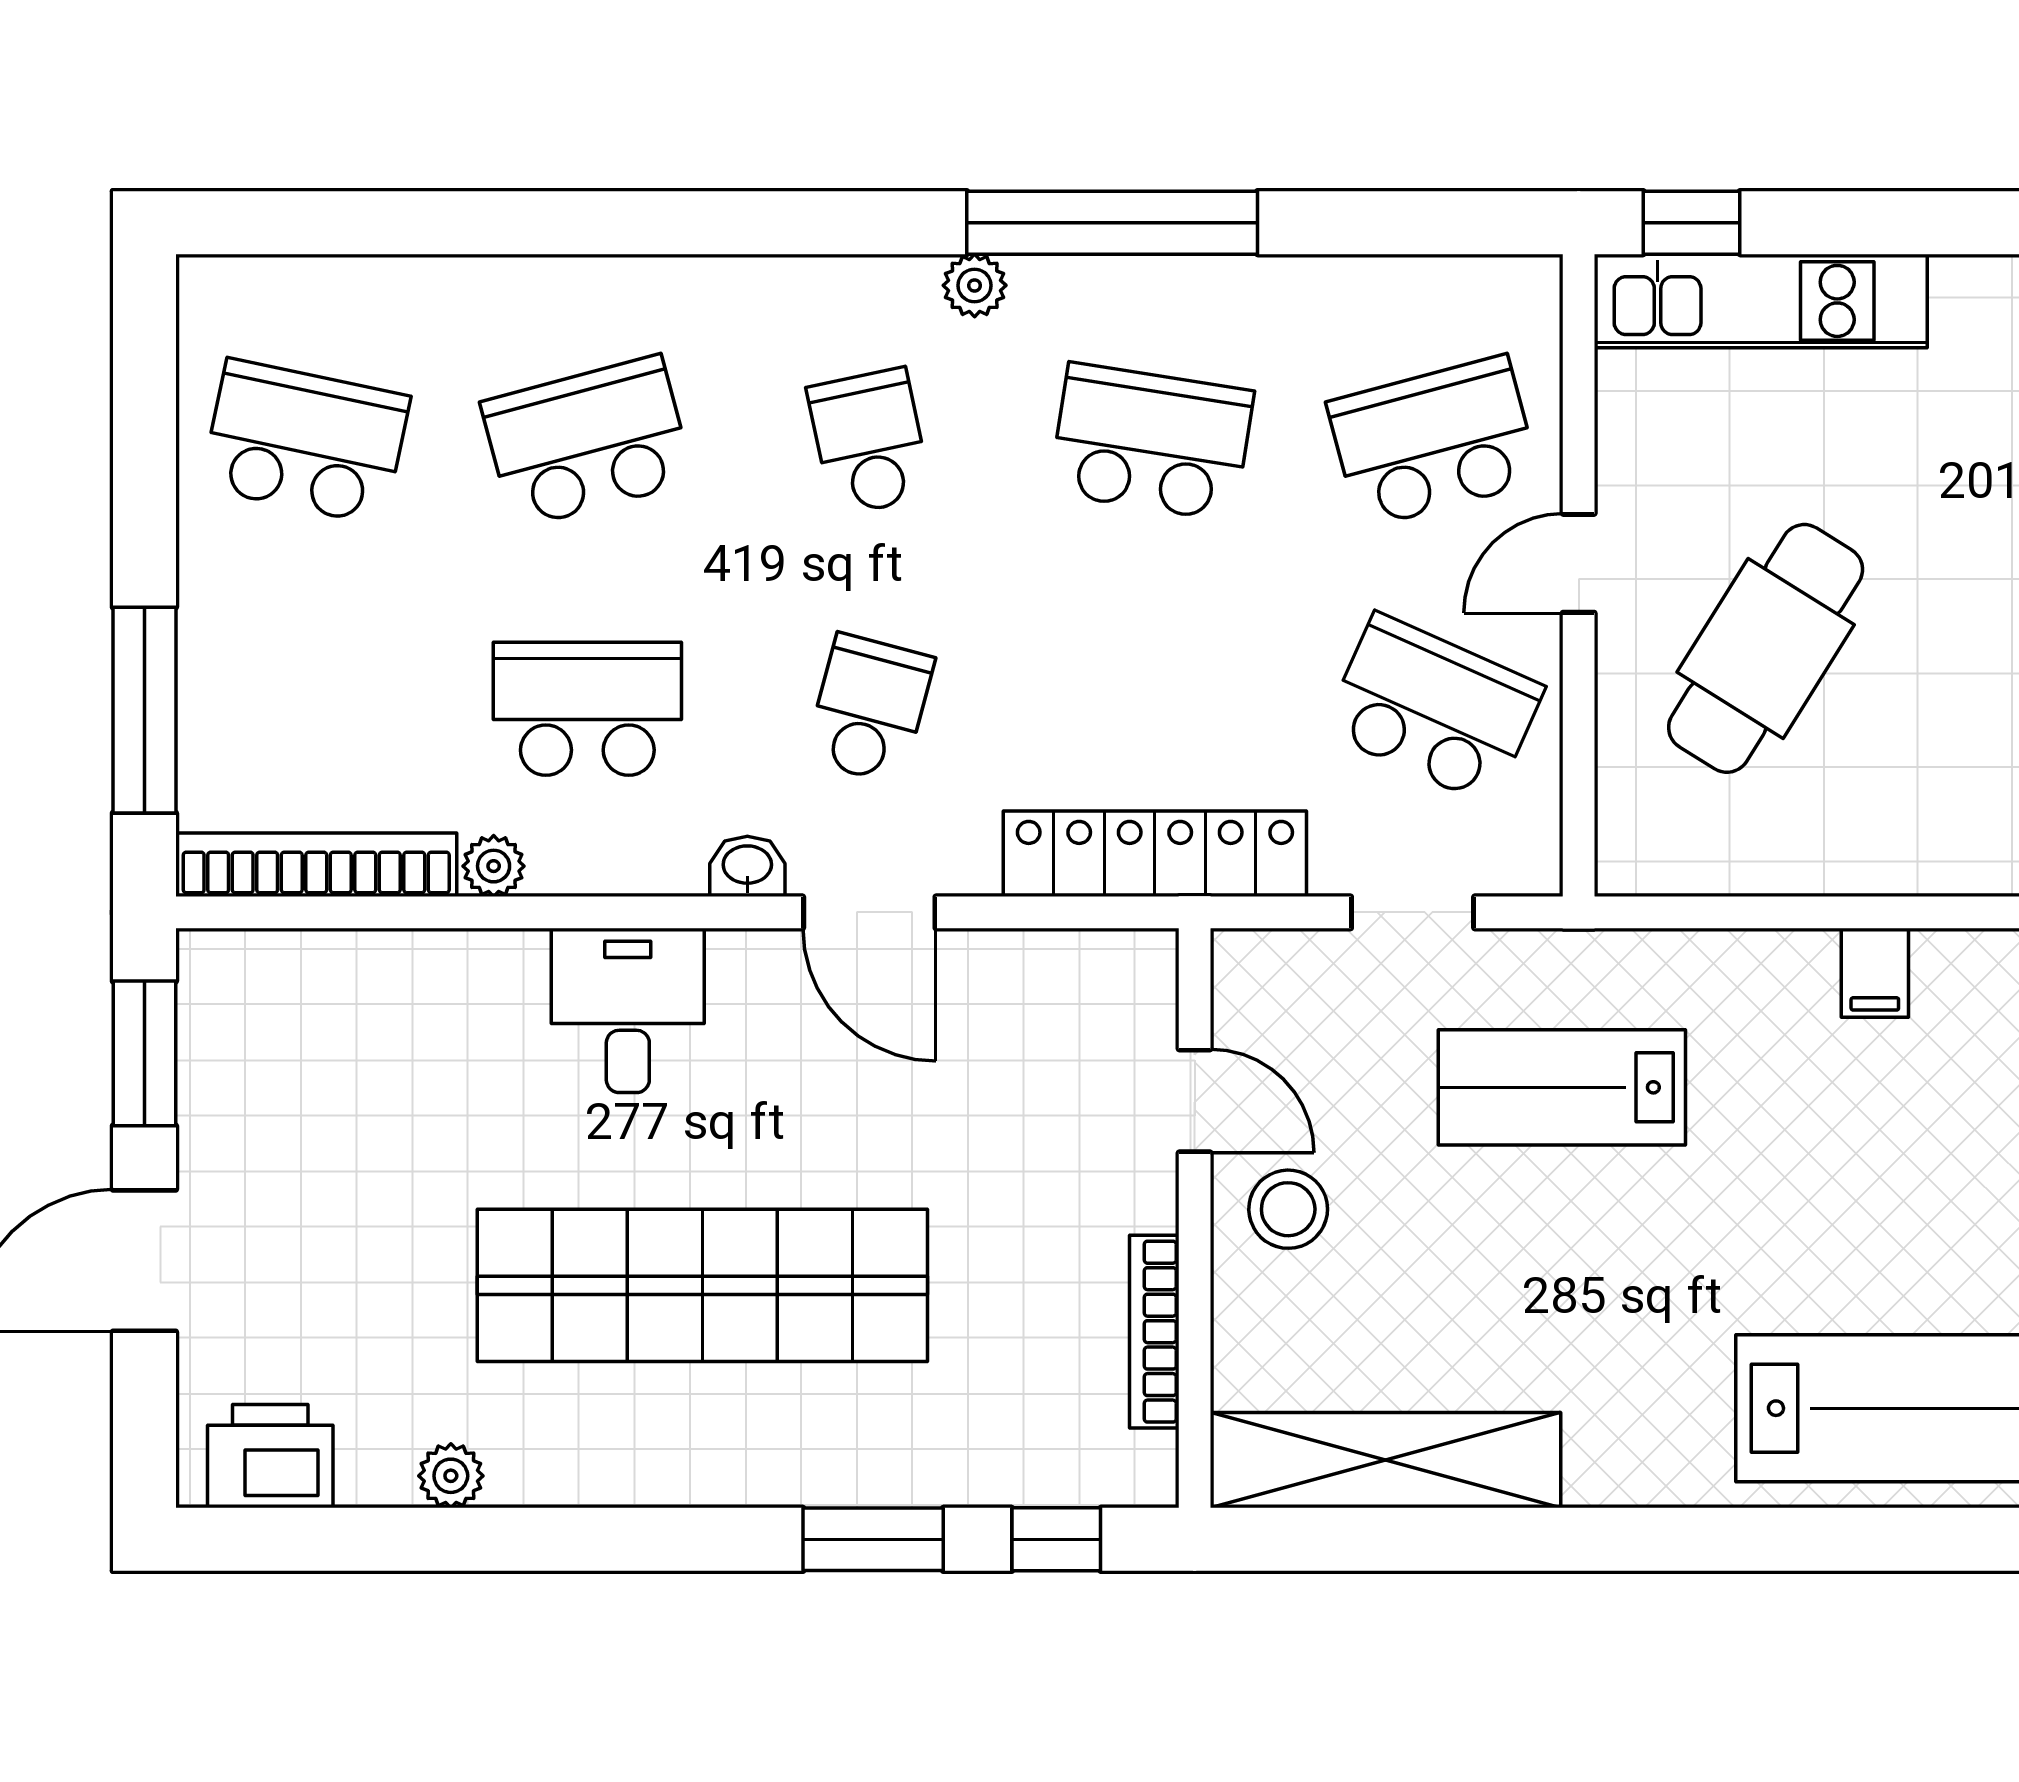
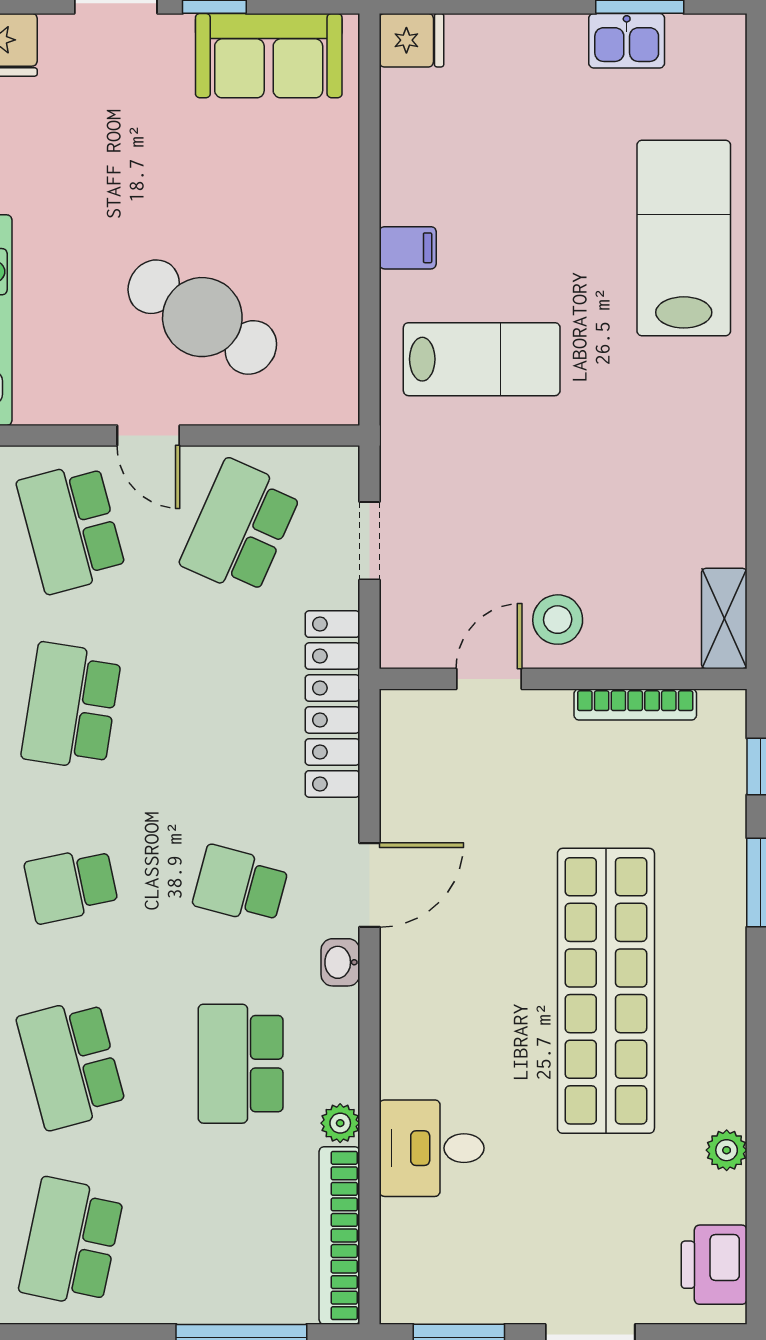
desk: (628, 1010) -> (432, 1148), moved
lab bench: (1562, 1087) -> (482, 359), moved, turned -90
shelving: (1385, 1460) -> (724, 618), width x0.45, depth x0.75

